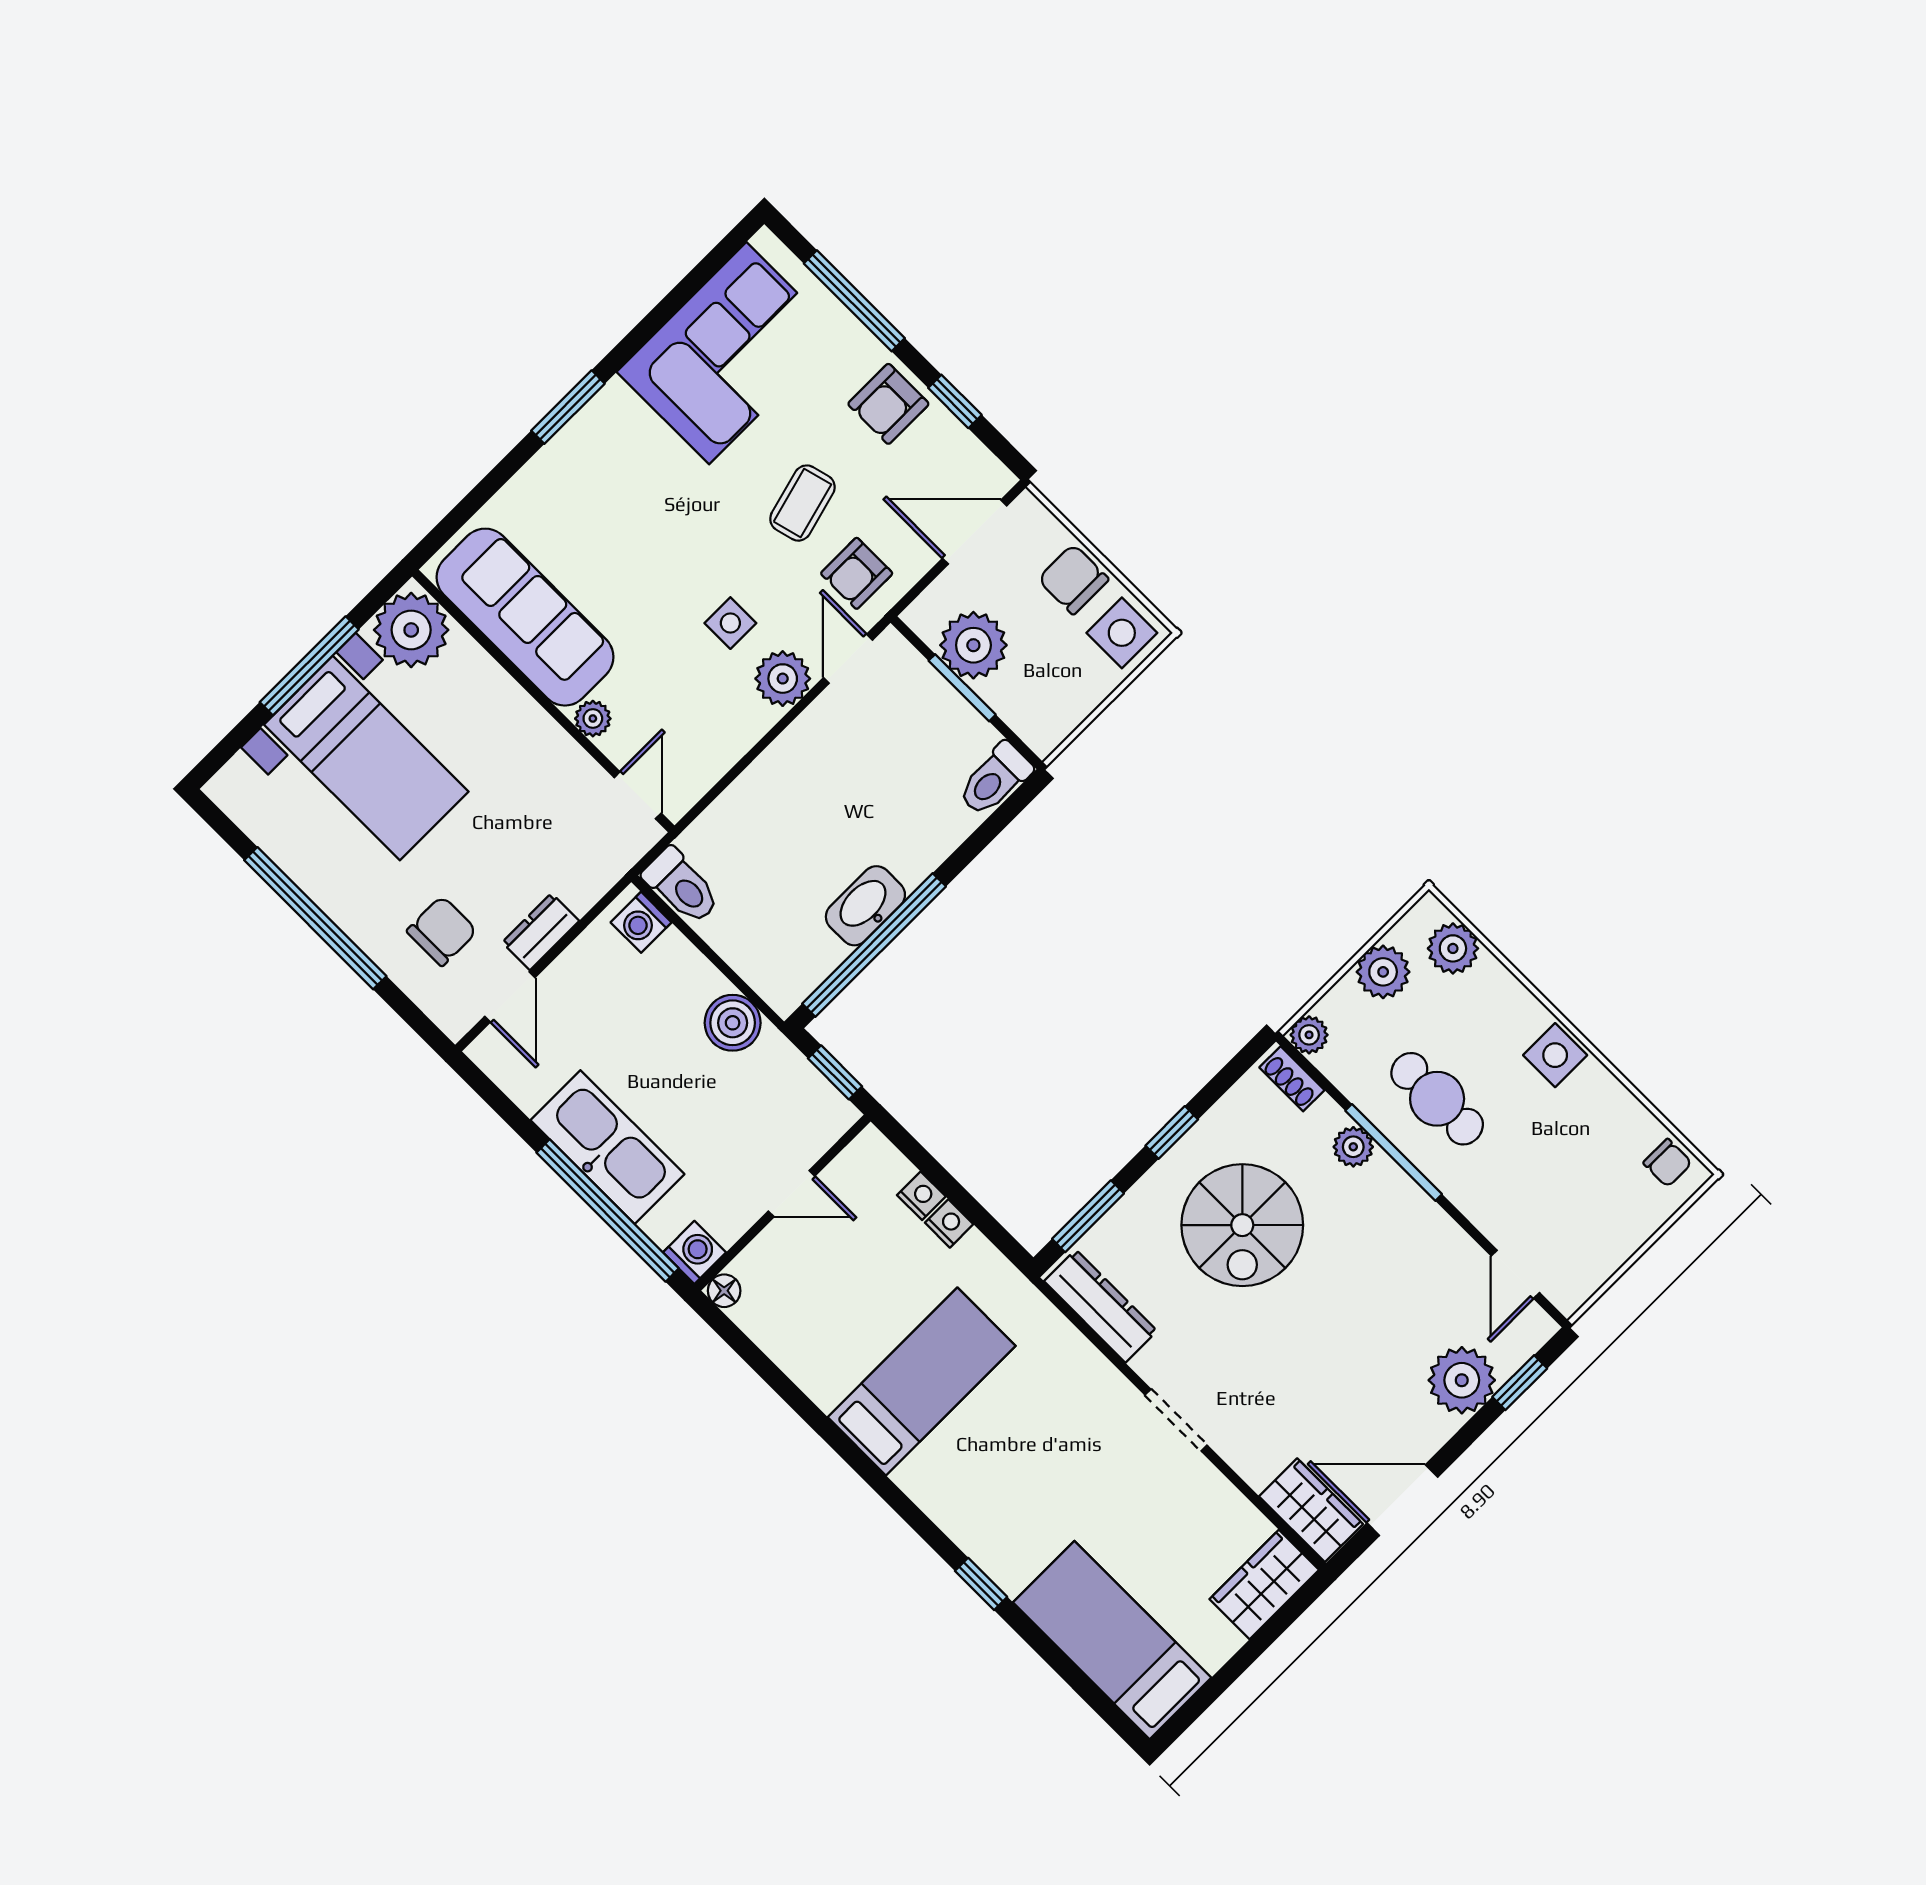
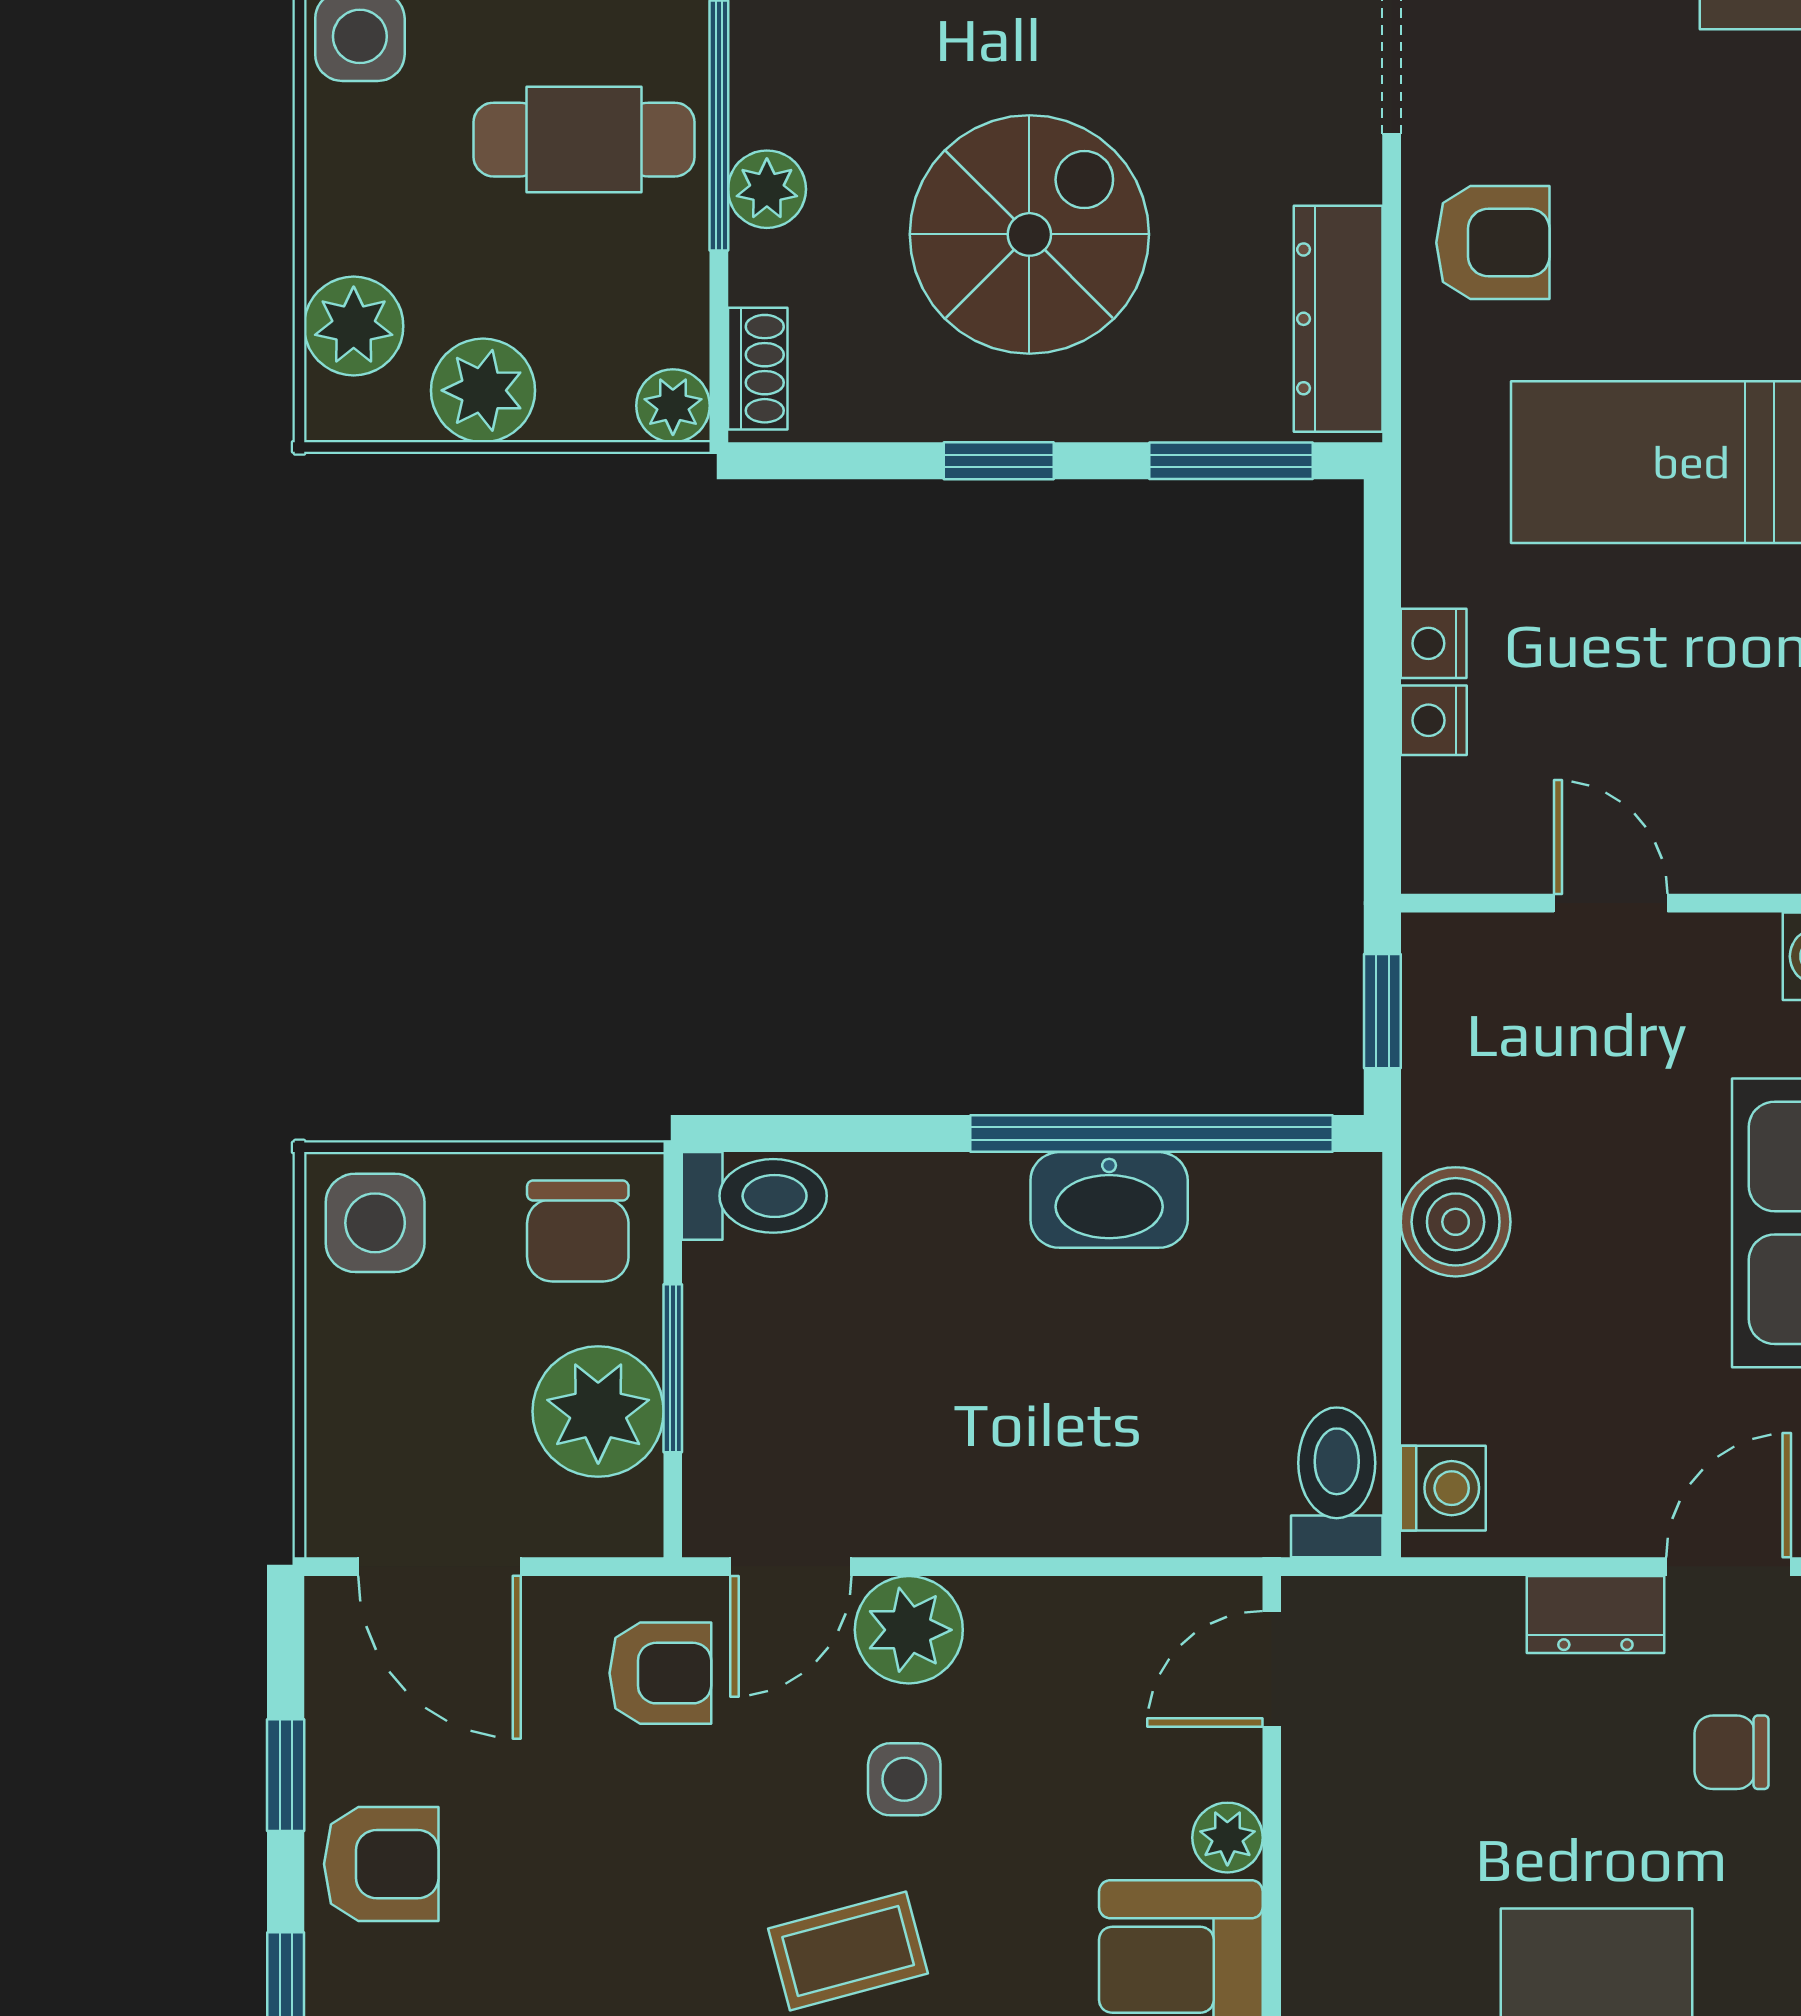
coffee table: (802, 503) -> (848, 1951), moved
chair: (1073, 579) -> (578, 1231), moved
chair: (442, 931) -> (1732, 1752), width x0.73, depth x0.73
cafe table: (1437, 1099) -> (584, 140), turned 90
armchair: (1072, 1389) -> (1493, 243), added

